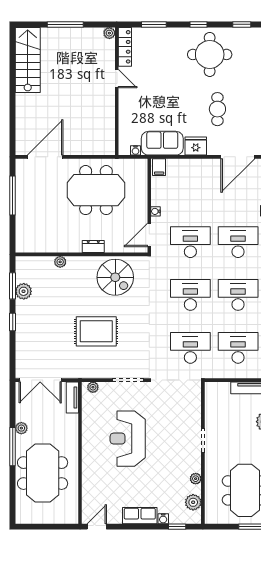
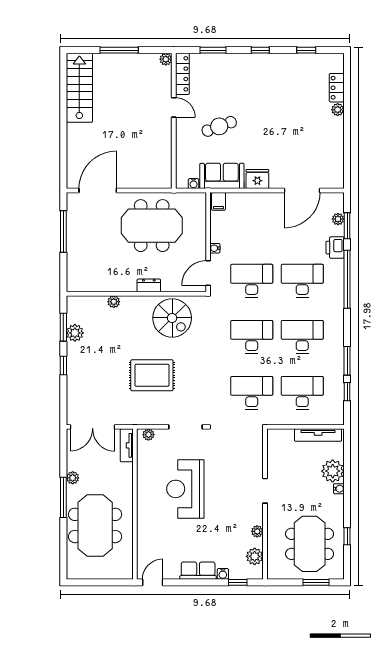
round table: (210, 54) -> (272, 82), removed
cafe table: (217, 109) -> (219, 126), moved, turned 70

